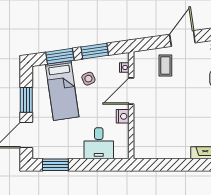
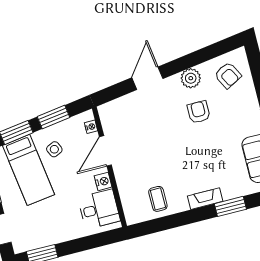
coffee table: (165, 66) -> (158, 199), moved
desk: (99, 143) -> (99, 209), moved, turned -90

